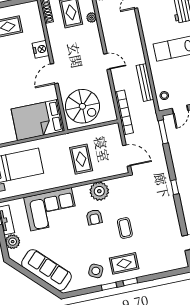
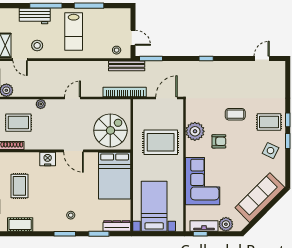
stool: (152, 15) -> (37, 45), added
plant: (92, 18) -> (41, 104), moved
bench: (145, 82) -> (127, 66), moved
rug: (81, 159) -> (161, 142), width x1.36, depth x1.43
rug: (124, 263) -> (269, 122), turned 90

